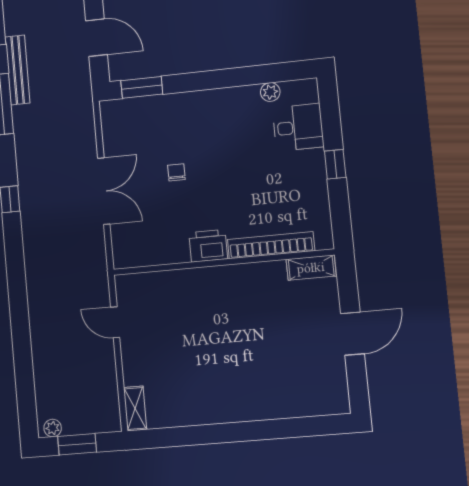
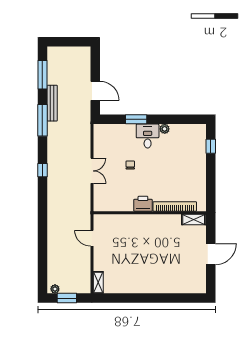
window: (142, 87) -> (136, 119), moved
plant: (270, 92) -> (165, 129), moved
desk: (298, 127) -> (148, 136), moved, turned -90
window: (335, 164) -> (211, 146), moved
double door: (104, 191) -> (92, 171), width x0.73

